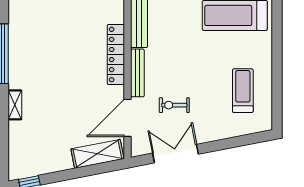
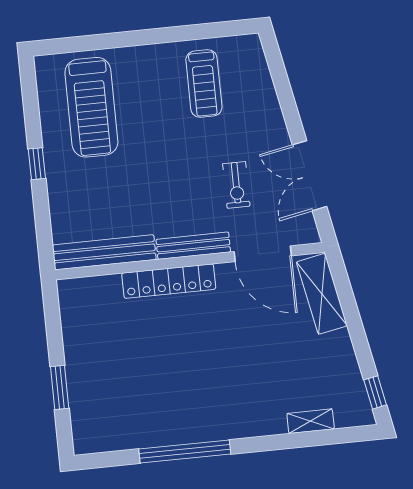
treadmill: (243, 91) -> (204, 83), turned -90
shelving: (15, 105) -> (311, 421), moved

